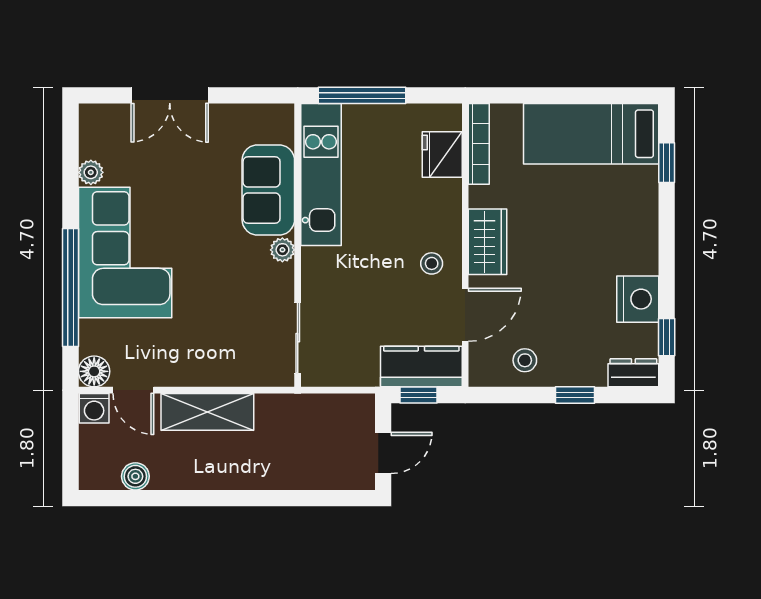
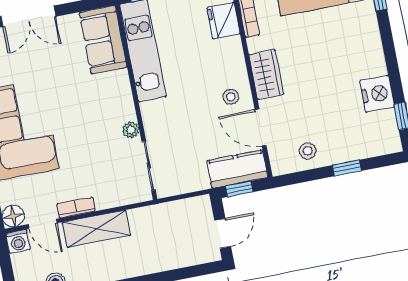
sofa: (268, 190) -> (103, 40), moved
plant: (282, 250) -> (131, 130), moved
door: (465, 315) -> (261, 128), swing flipped
dresser: (633, 373) -> (384, 145), removed
bookcase: (185, 377) -> (76, 208), added

